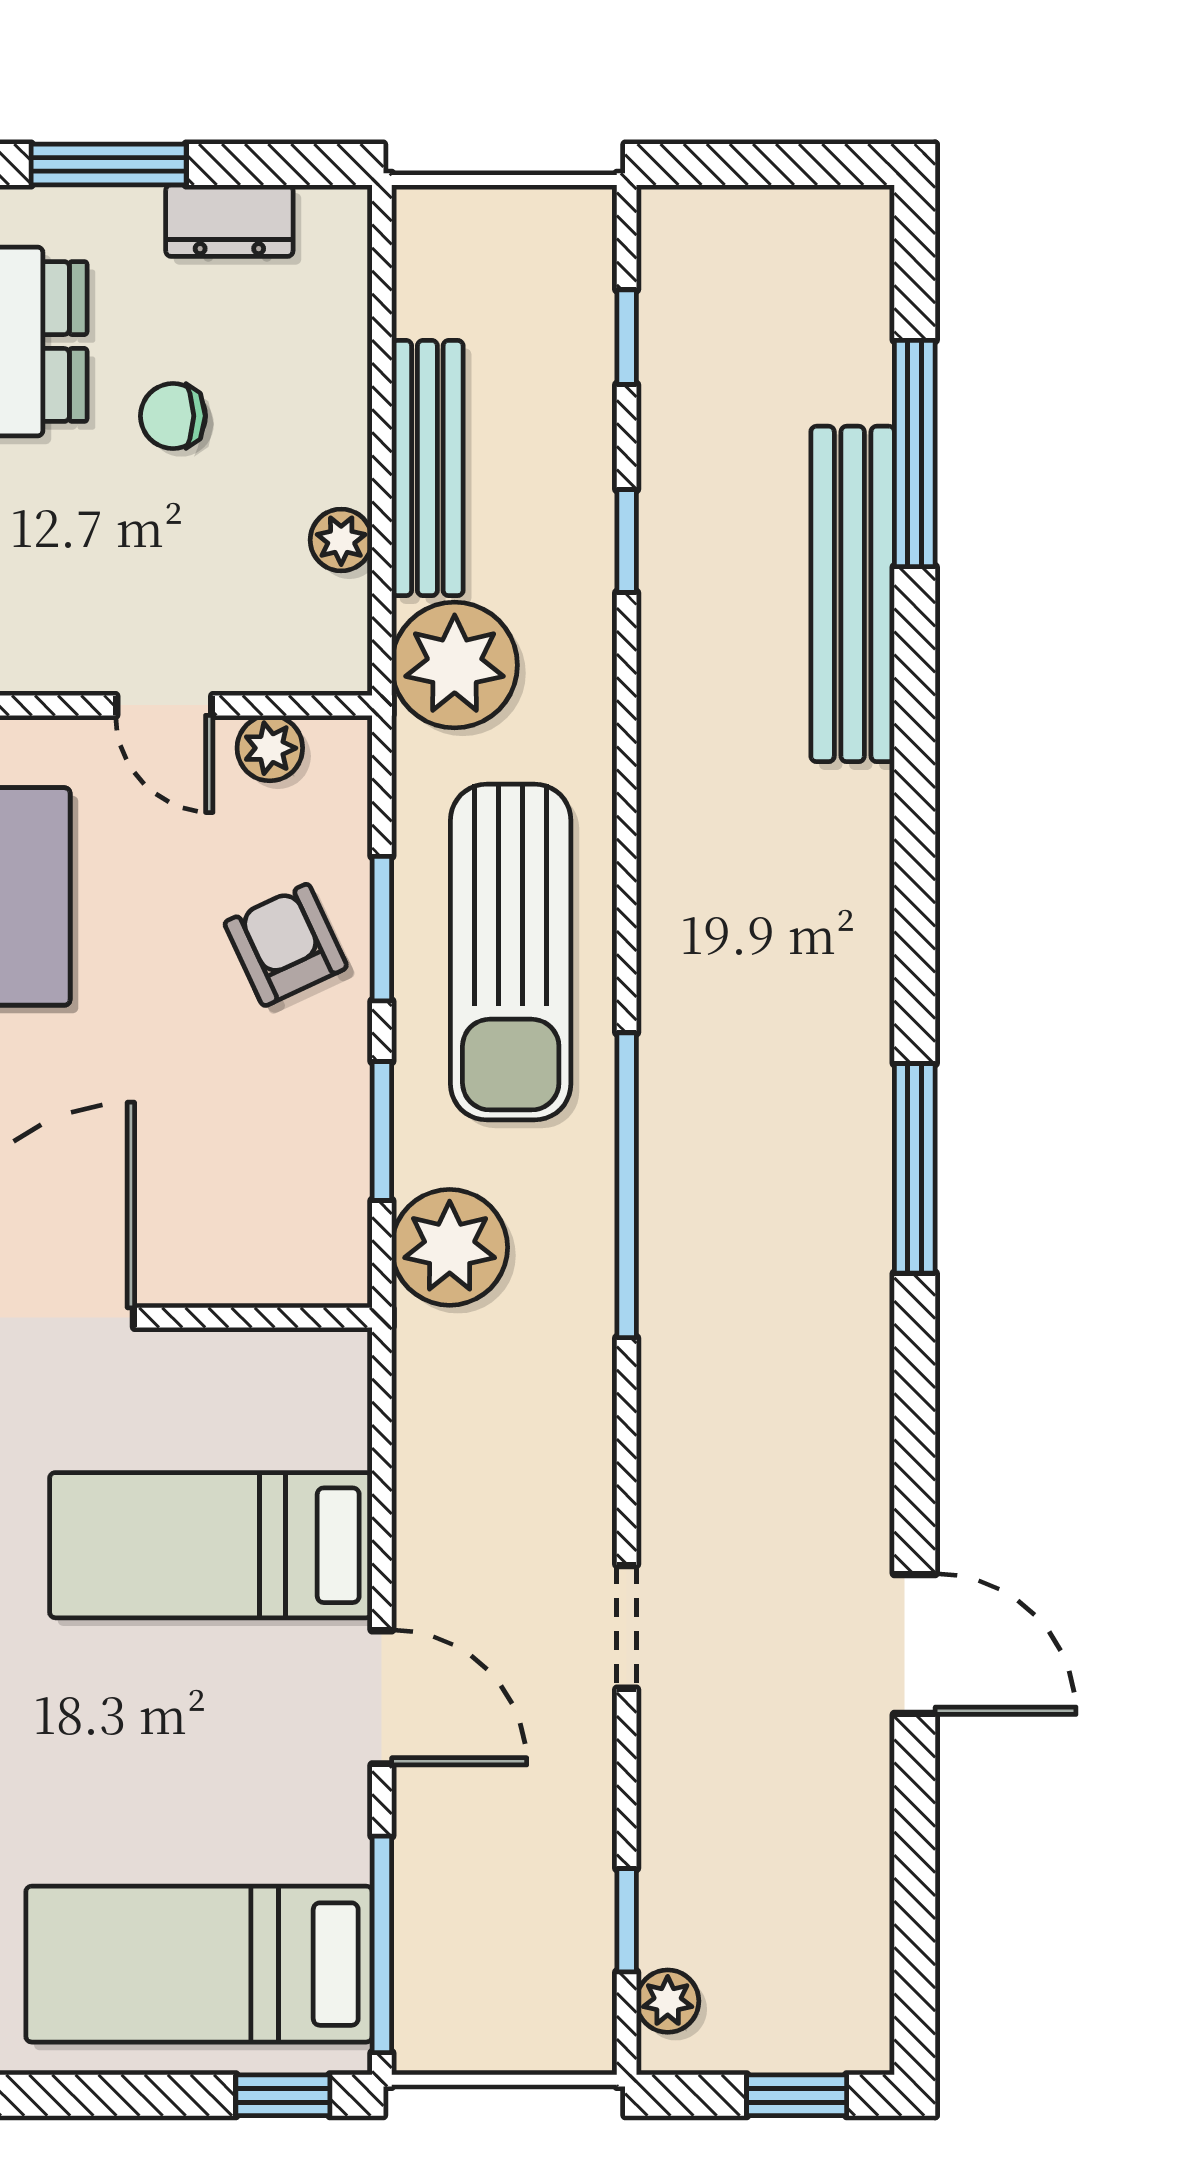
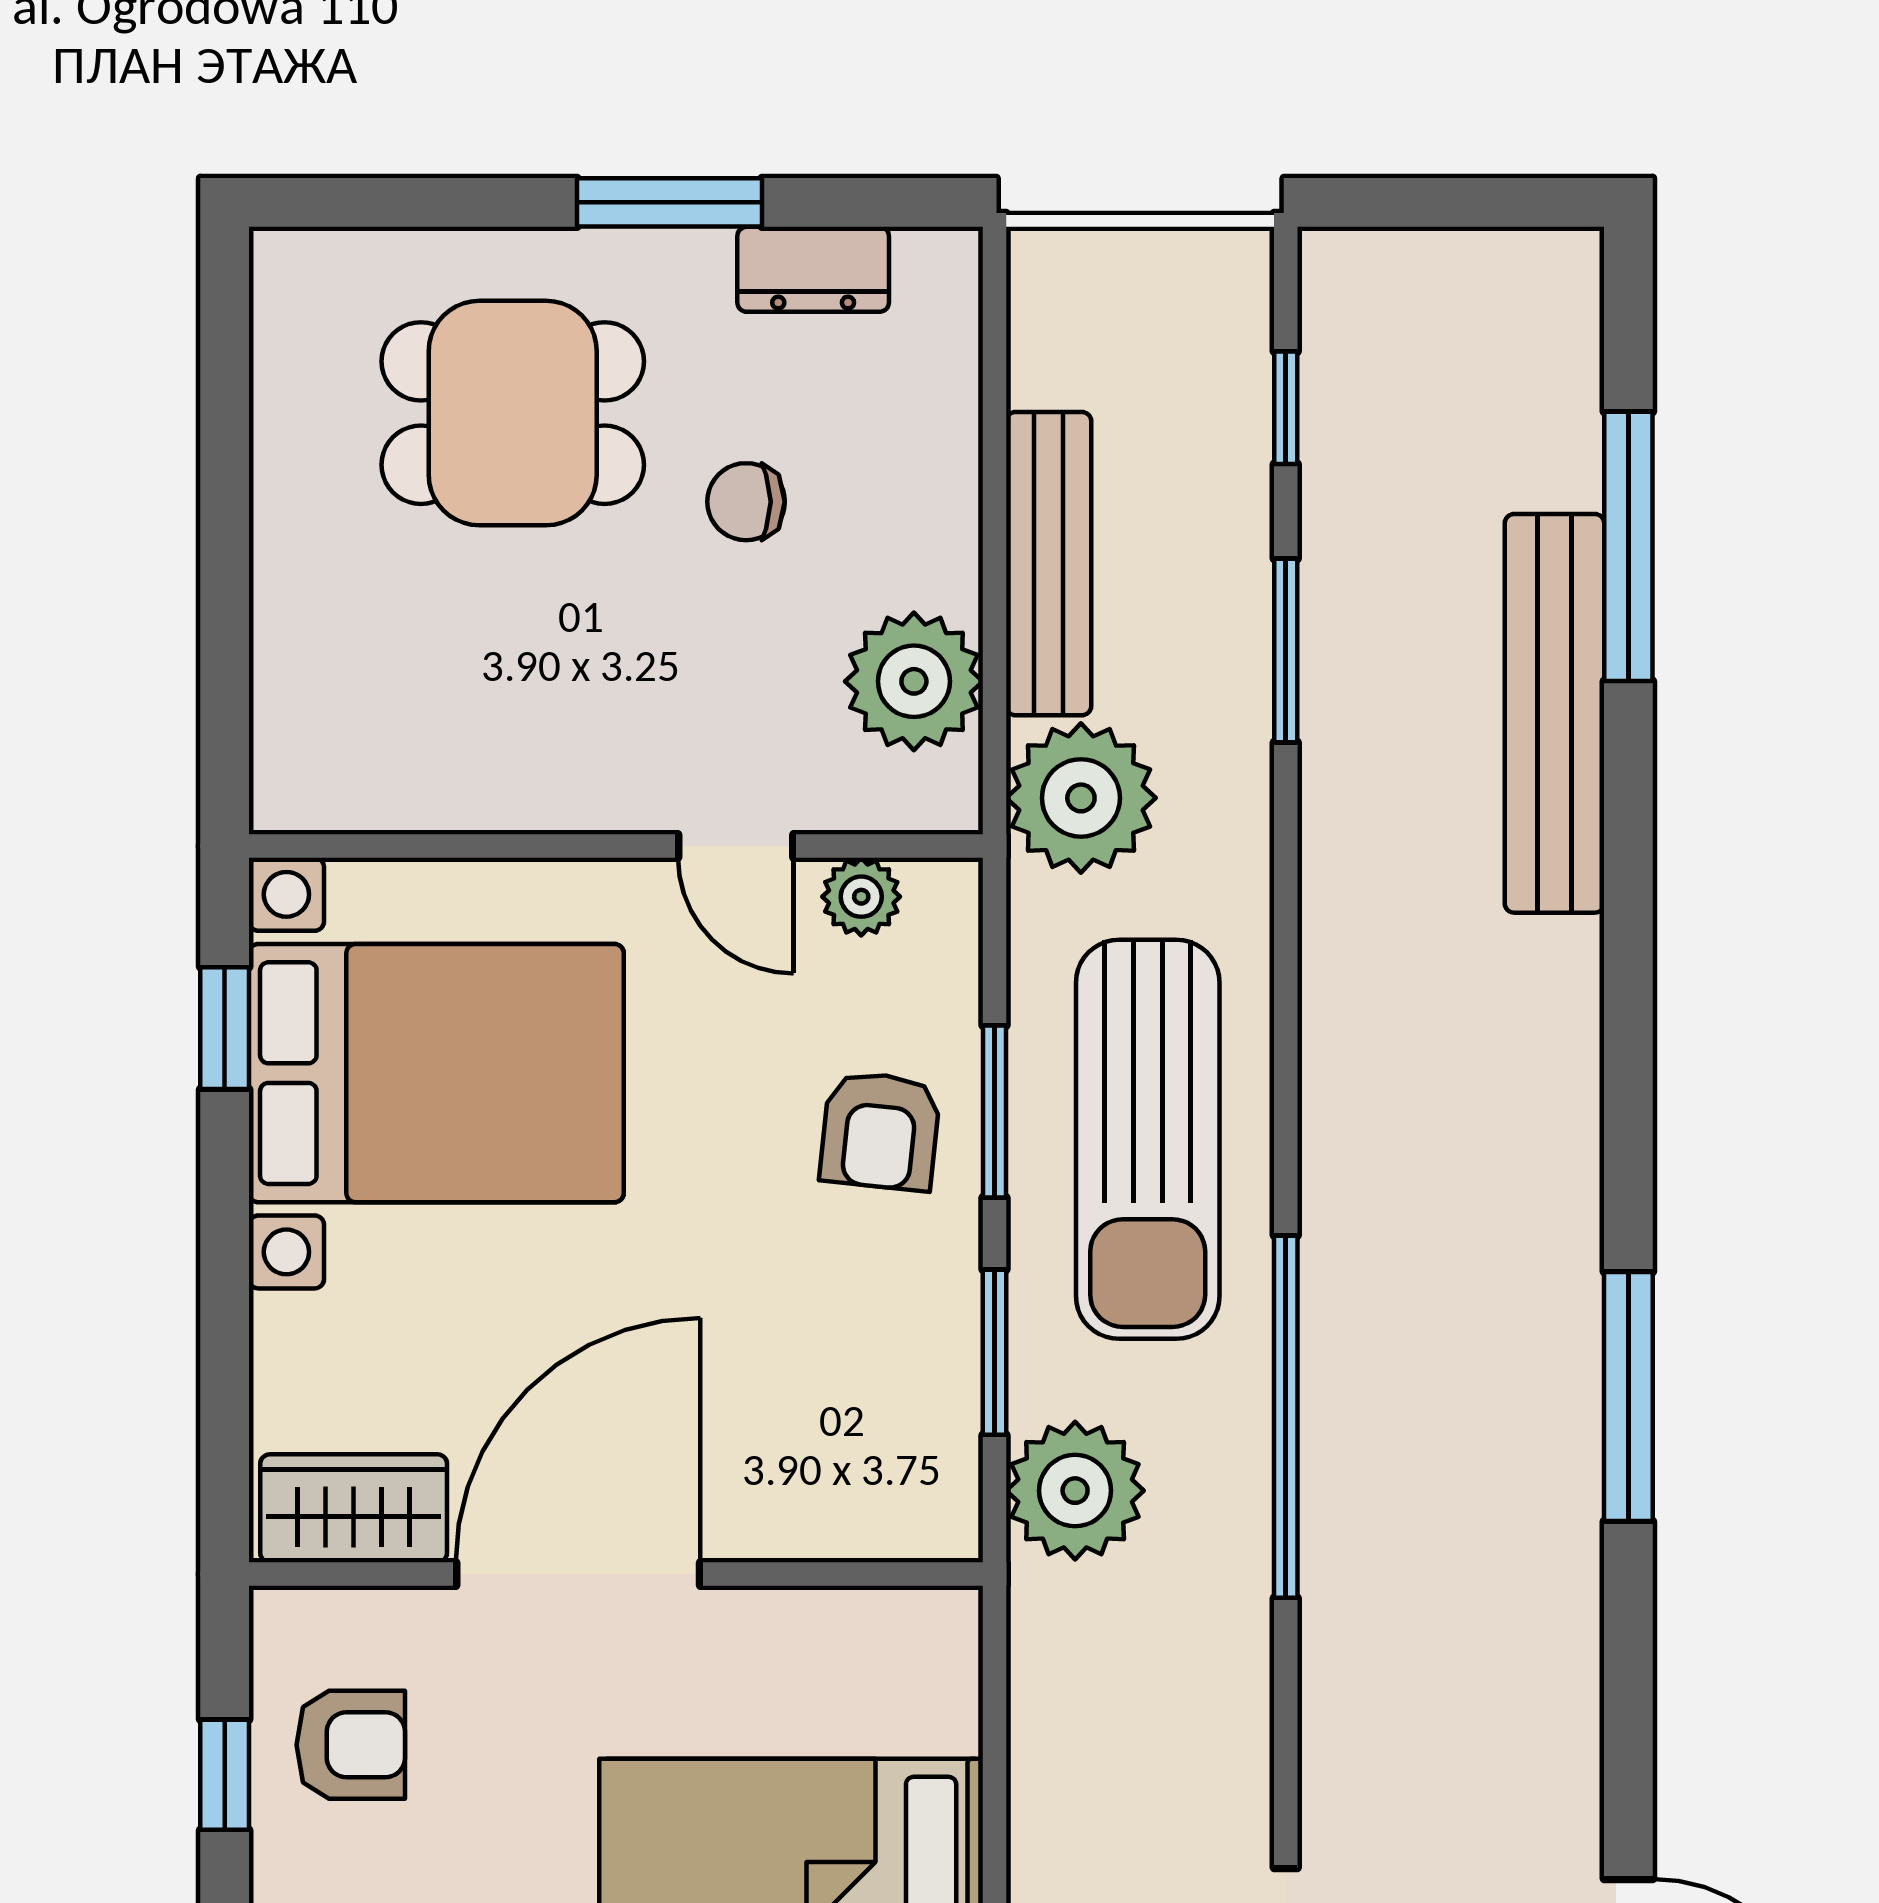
plant: (341, 540) -> (914, 681), width x1.87, depth x1.87
window: (627, 541) -> (1286, 650), width x1.50
armchair: (286, 945) -> (880, 1131), turned -149

